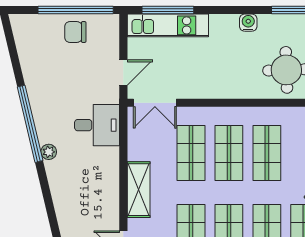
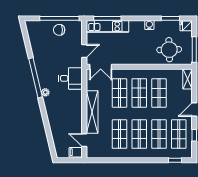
shelving: (139, 190) -> (92, 112), width x1.47

